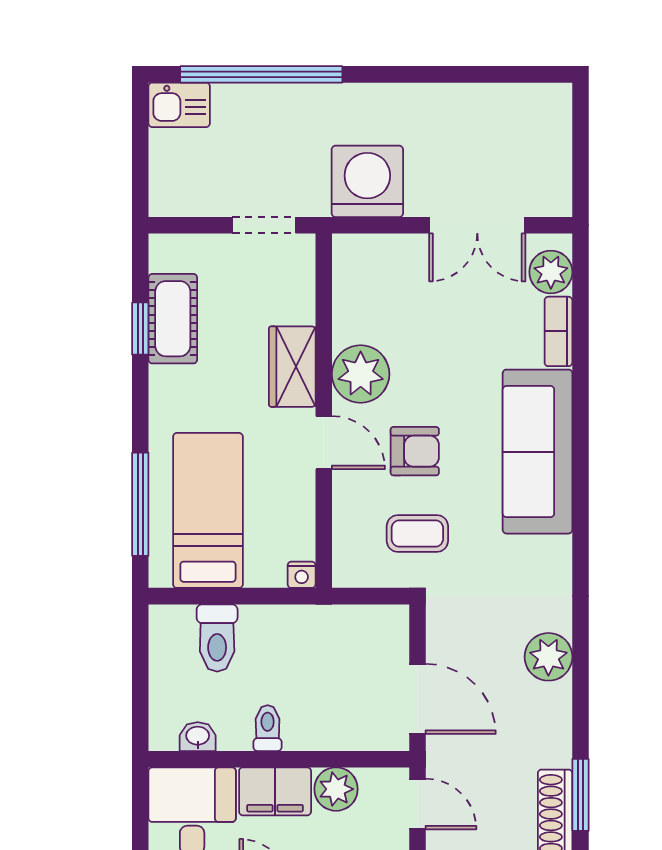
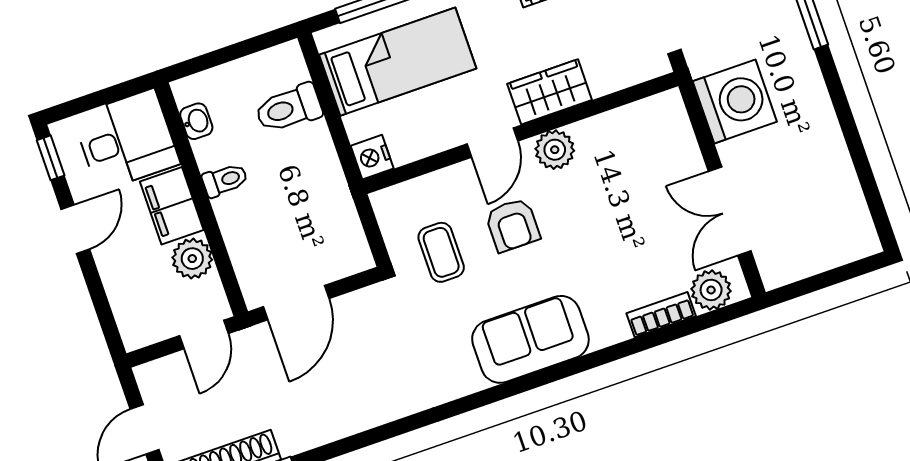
plant: (361, 374) -> (555, 150), width x0.73, depth x0.73
sofa: (537, 452) -> (530, 339), width x0.73
nightstand: (302, 575) -> (372, 157), width x1.39, depth x1.35
plant: (548, 657) -> (373, 405), removed

